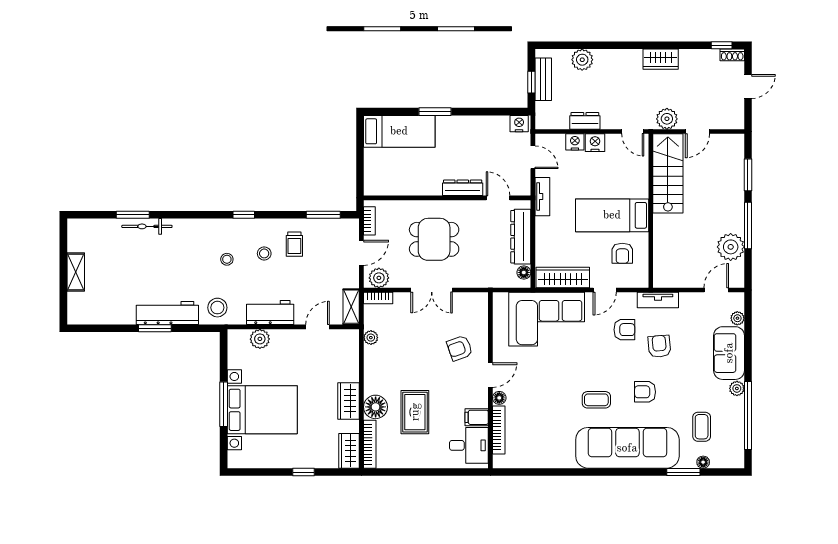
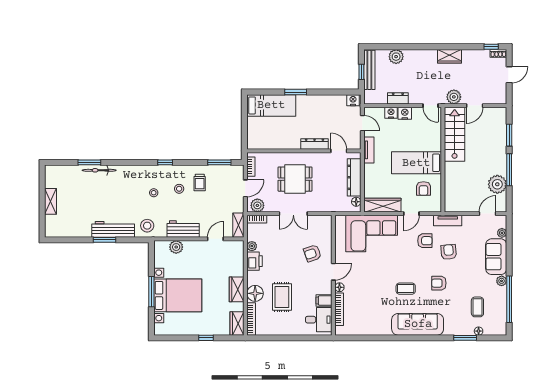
bench: (543, 79) -> (369, 70), width x1.36
printer: (375, 360) -> (255, 261), added
sofa: (627, 448) -> (418, 324), width x0.74, depth x0.79

